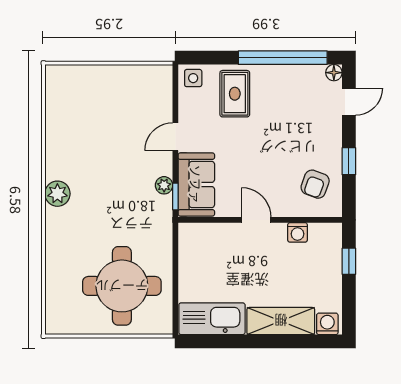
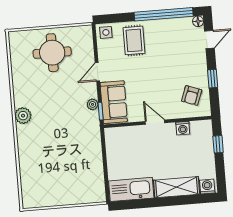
round table: (122, 286) -> (52, 53), moved, width x0.73, depth x0.73

